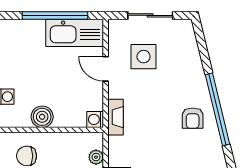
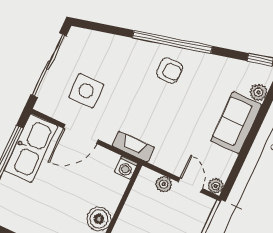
sliding door: (150, 15) -> (49, 65), width x1.37
door: (106, 69) -> (81, 134), width x1.38

